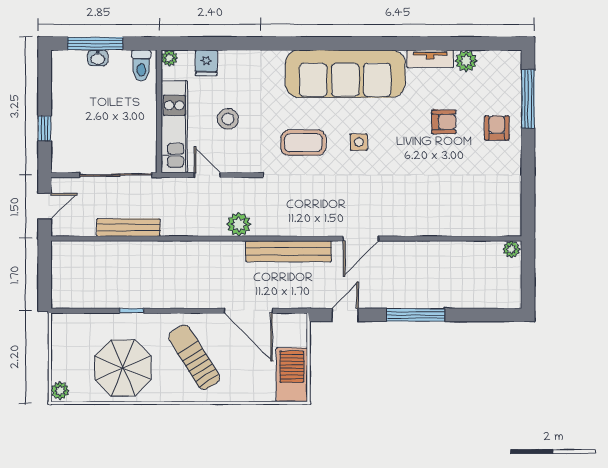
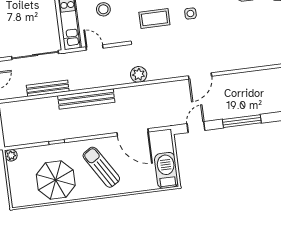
plant: (239, 224) -> (139, 74), moved
bench: (288, 251) -> (86, 99), moved
plant: (60, 391) -> (11, 155), moved

